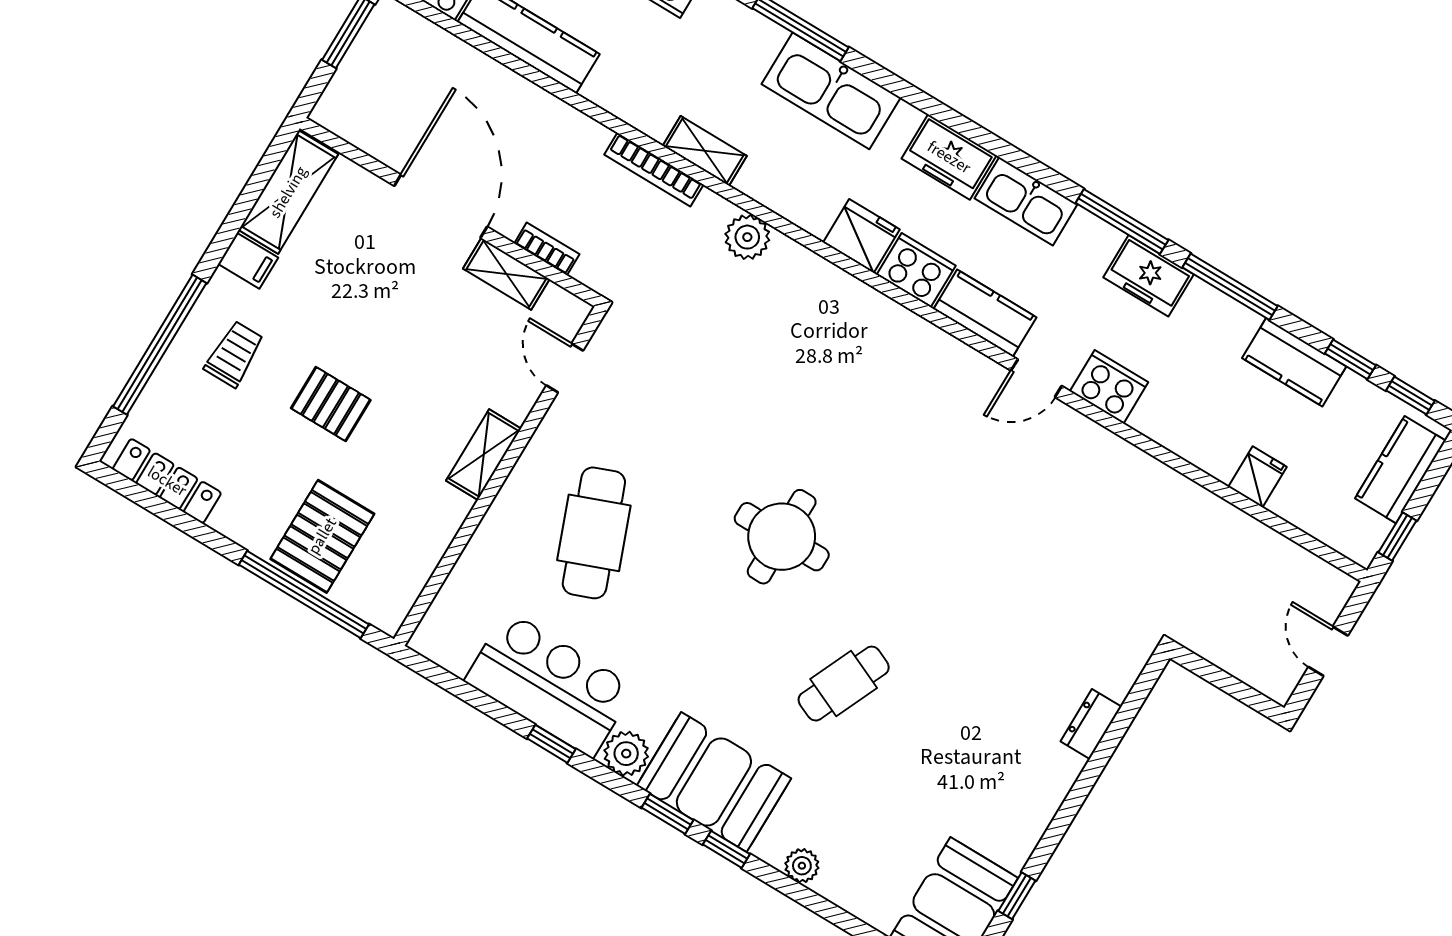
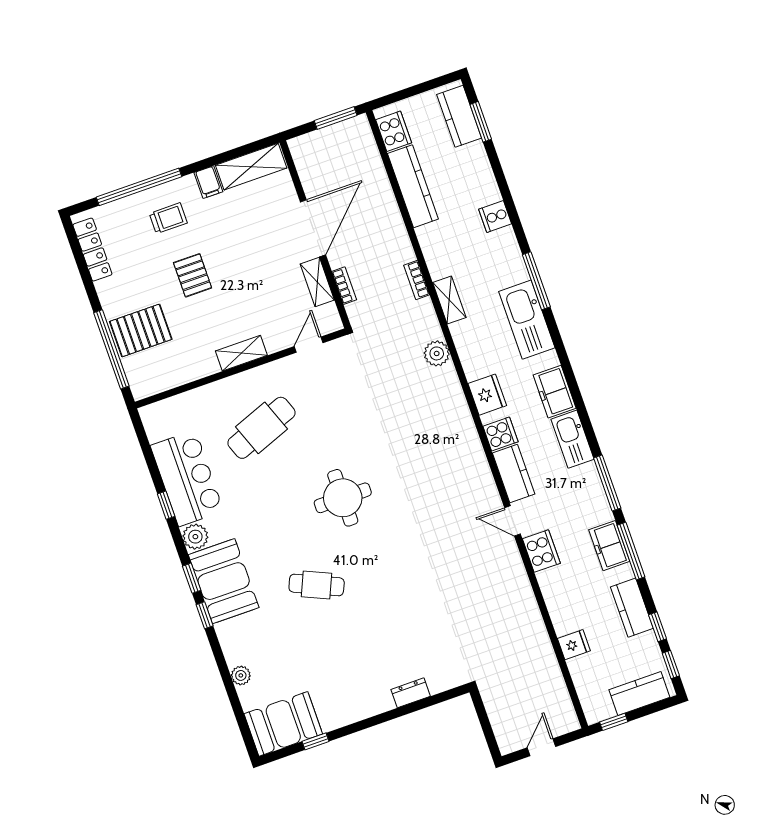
bookcase: (654, 170) -> (417, 280), width x0.64
cooker: (916, 270) -> (500, 434), width x0.73
freezer: (1148, 276) -> (609, 546), moved
plant: (802, 866) -> (241, 675), moved

